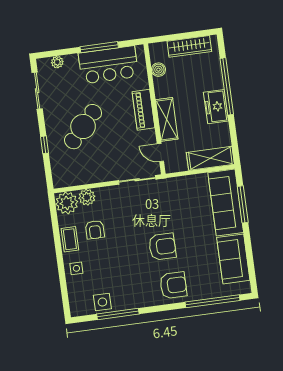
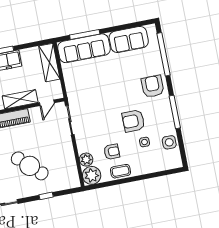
armchair: (162, 247) -> (133, 121), moved, turned -90
side table: (76, 268) -> (145, 142), moved
window: (118, 314) -> (175, 112), moved

